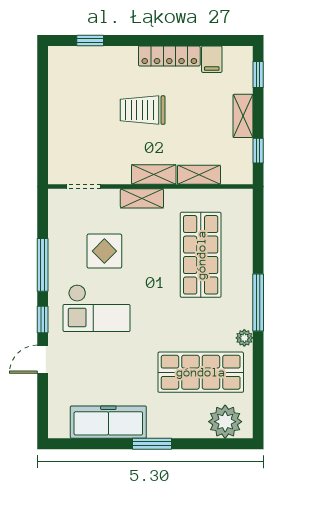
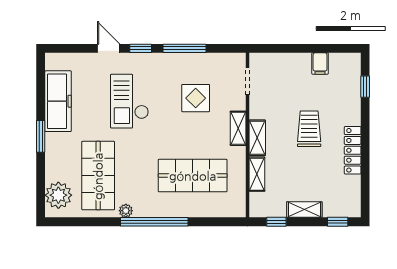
filing cabinet: (212, 59) -> (320, 63), moved, turned -90
window: (258, 303) -> (154, 222), width x1.46
checkout: (97, 308) -> (129, 101), moved

